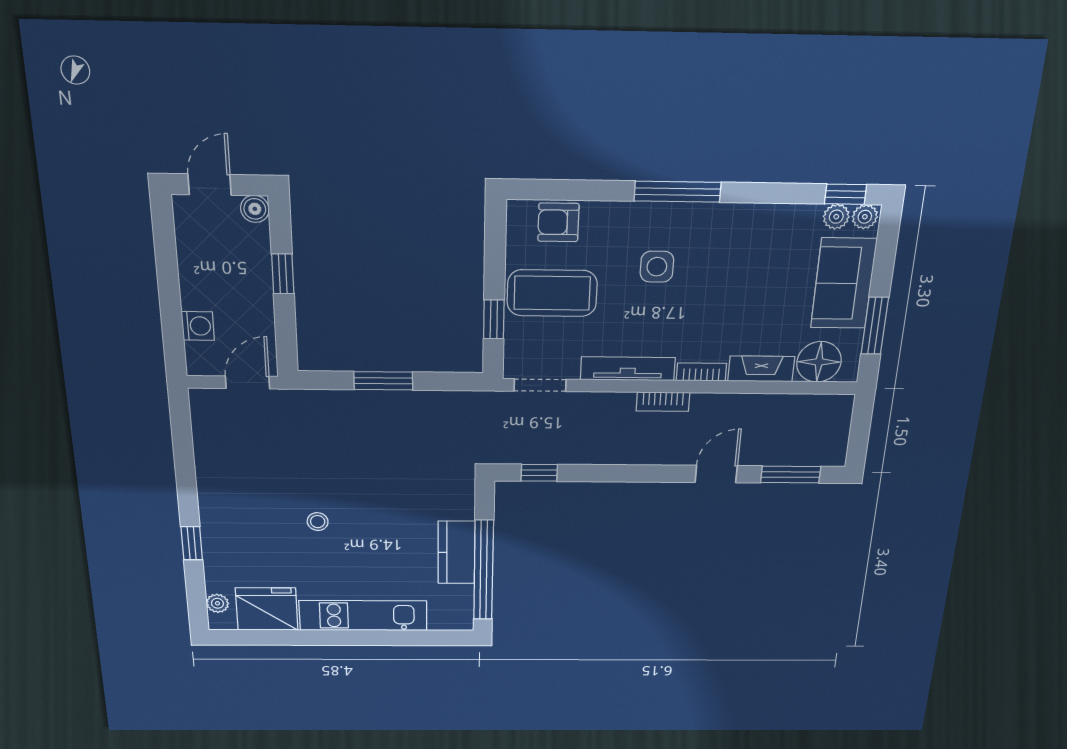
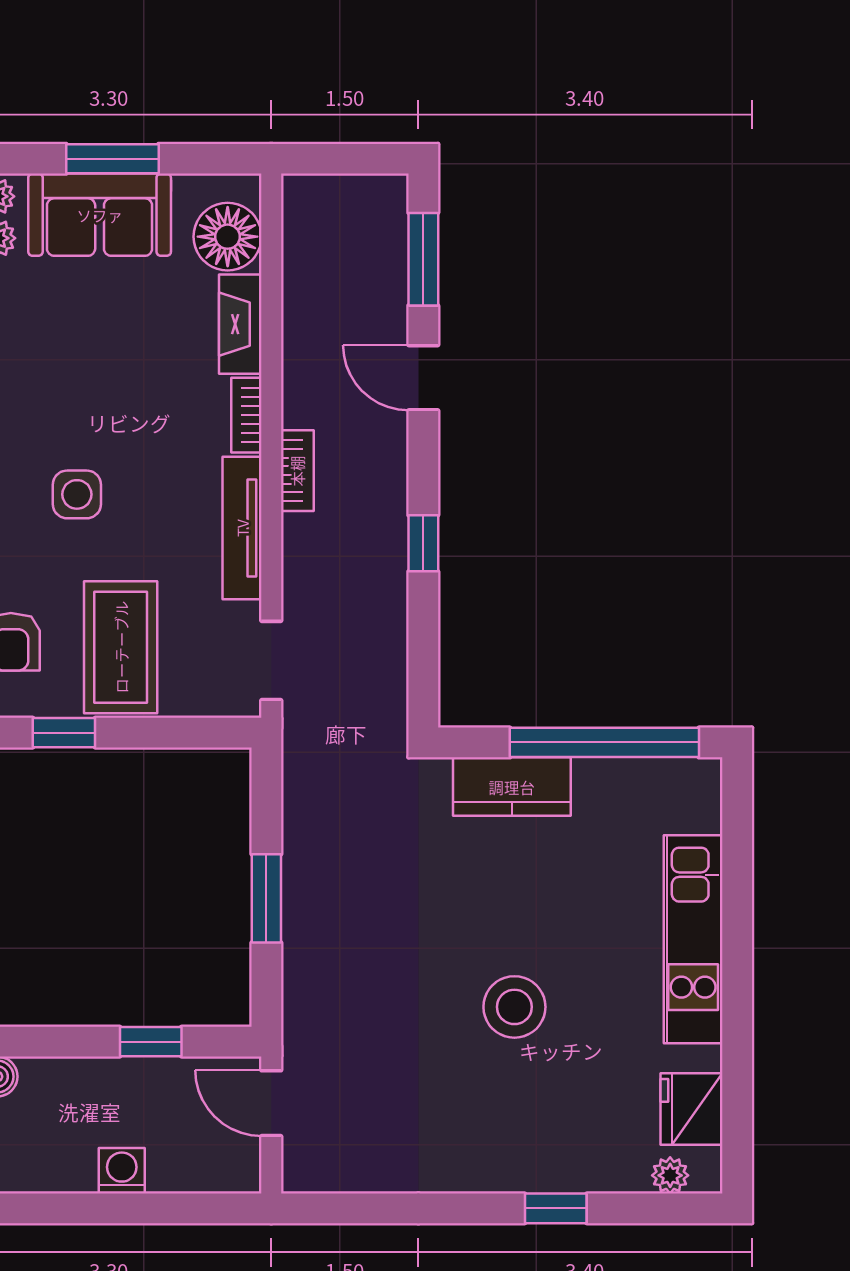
window: (283, 274) -> (151, 1042), moved
window: (494, 319) -> (64, 733), moved
washing machine: (198, 326) -> (122, 1171), moved
window: (875, 326) -> (112, 159), moved
window: (539, 473) -> (423, 543), moved
stool: (318, 522) -> (514, 1007), width x1.89, depth x1.89
kitchen counter: (456, 552) -> (512, 787), moved
fridge: (267, 609) -> (692, 1109), width x0.73, depth x0.75

